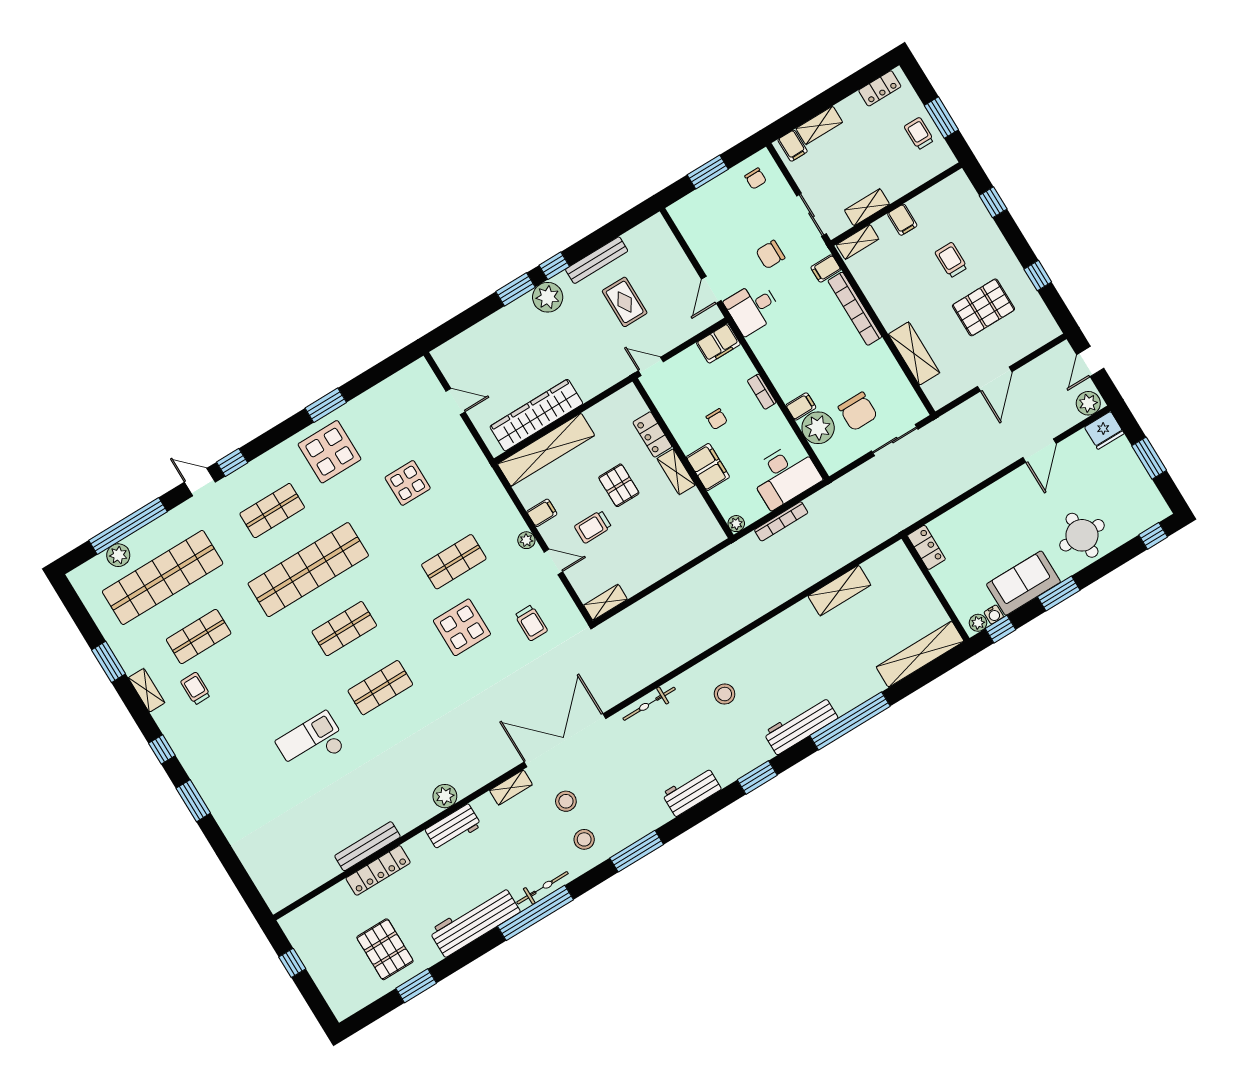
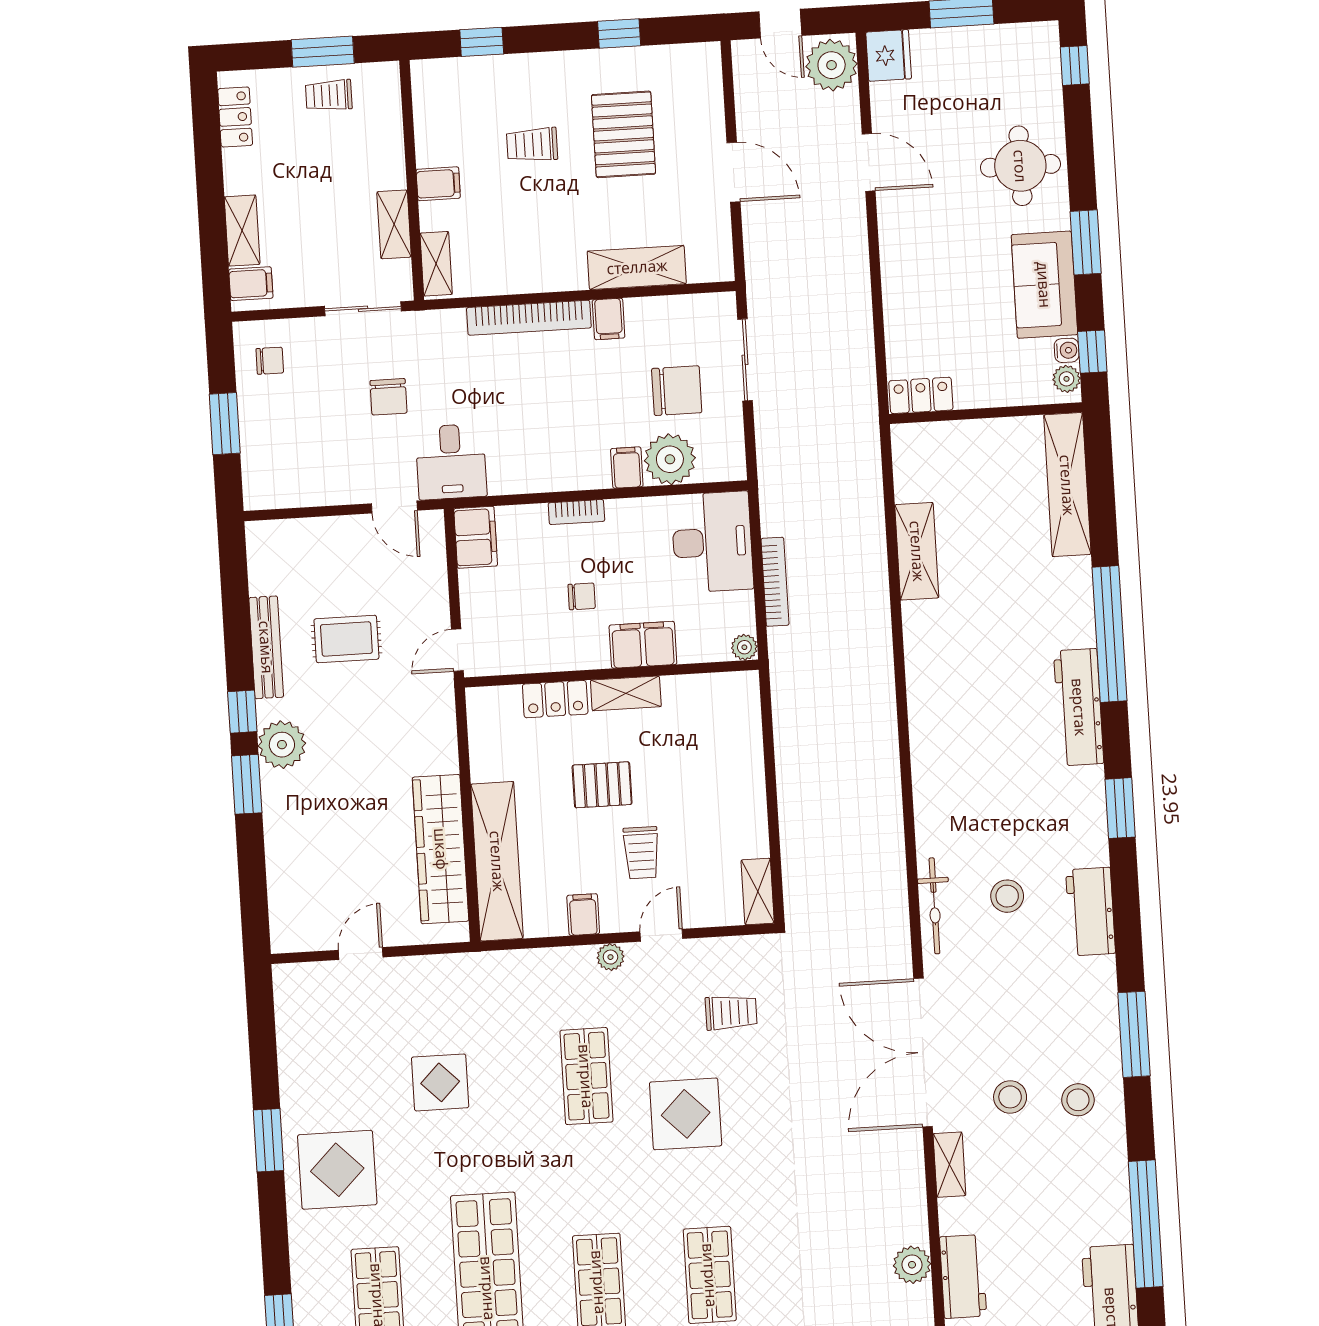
filing cabinet: (826, 268) -> (609, 319), moved
plant: (1088, 403) -> (832, 65), width x1.36, depth x1.36
stool: (725, 694) -> (1007, 896), moved
bicycle: (543, 888) -> (1115, 1195), removed

